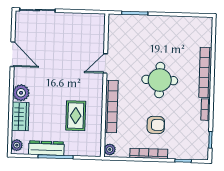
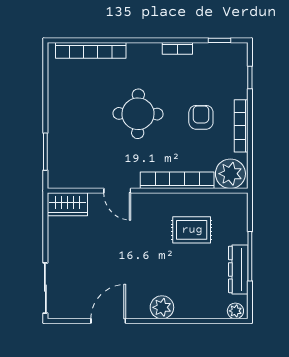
bookcase: (205, 73) -> (91, 50), moved
wardrobe: (20, 116) -> (67, 204), moved, turned 180
plant: (110, 149) -> (230, 174), width x1.88, depth x1.88

